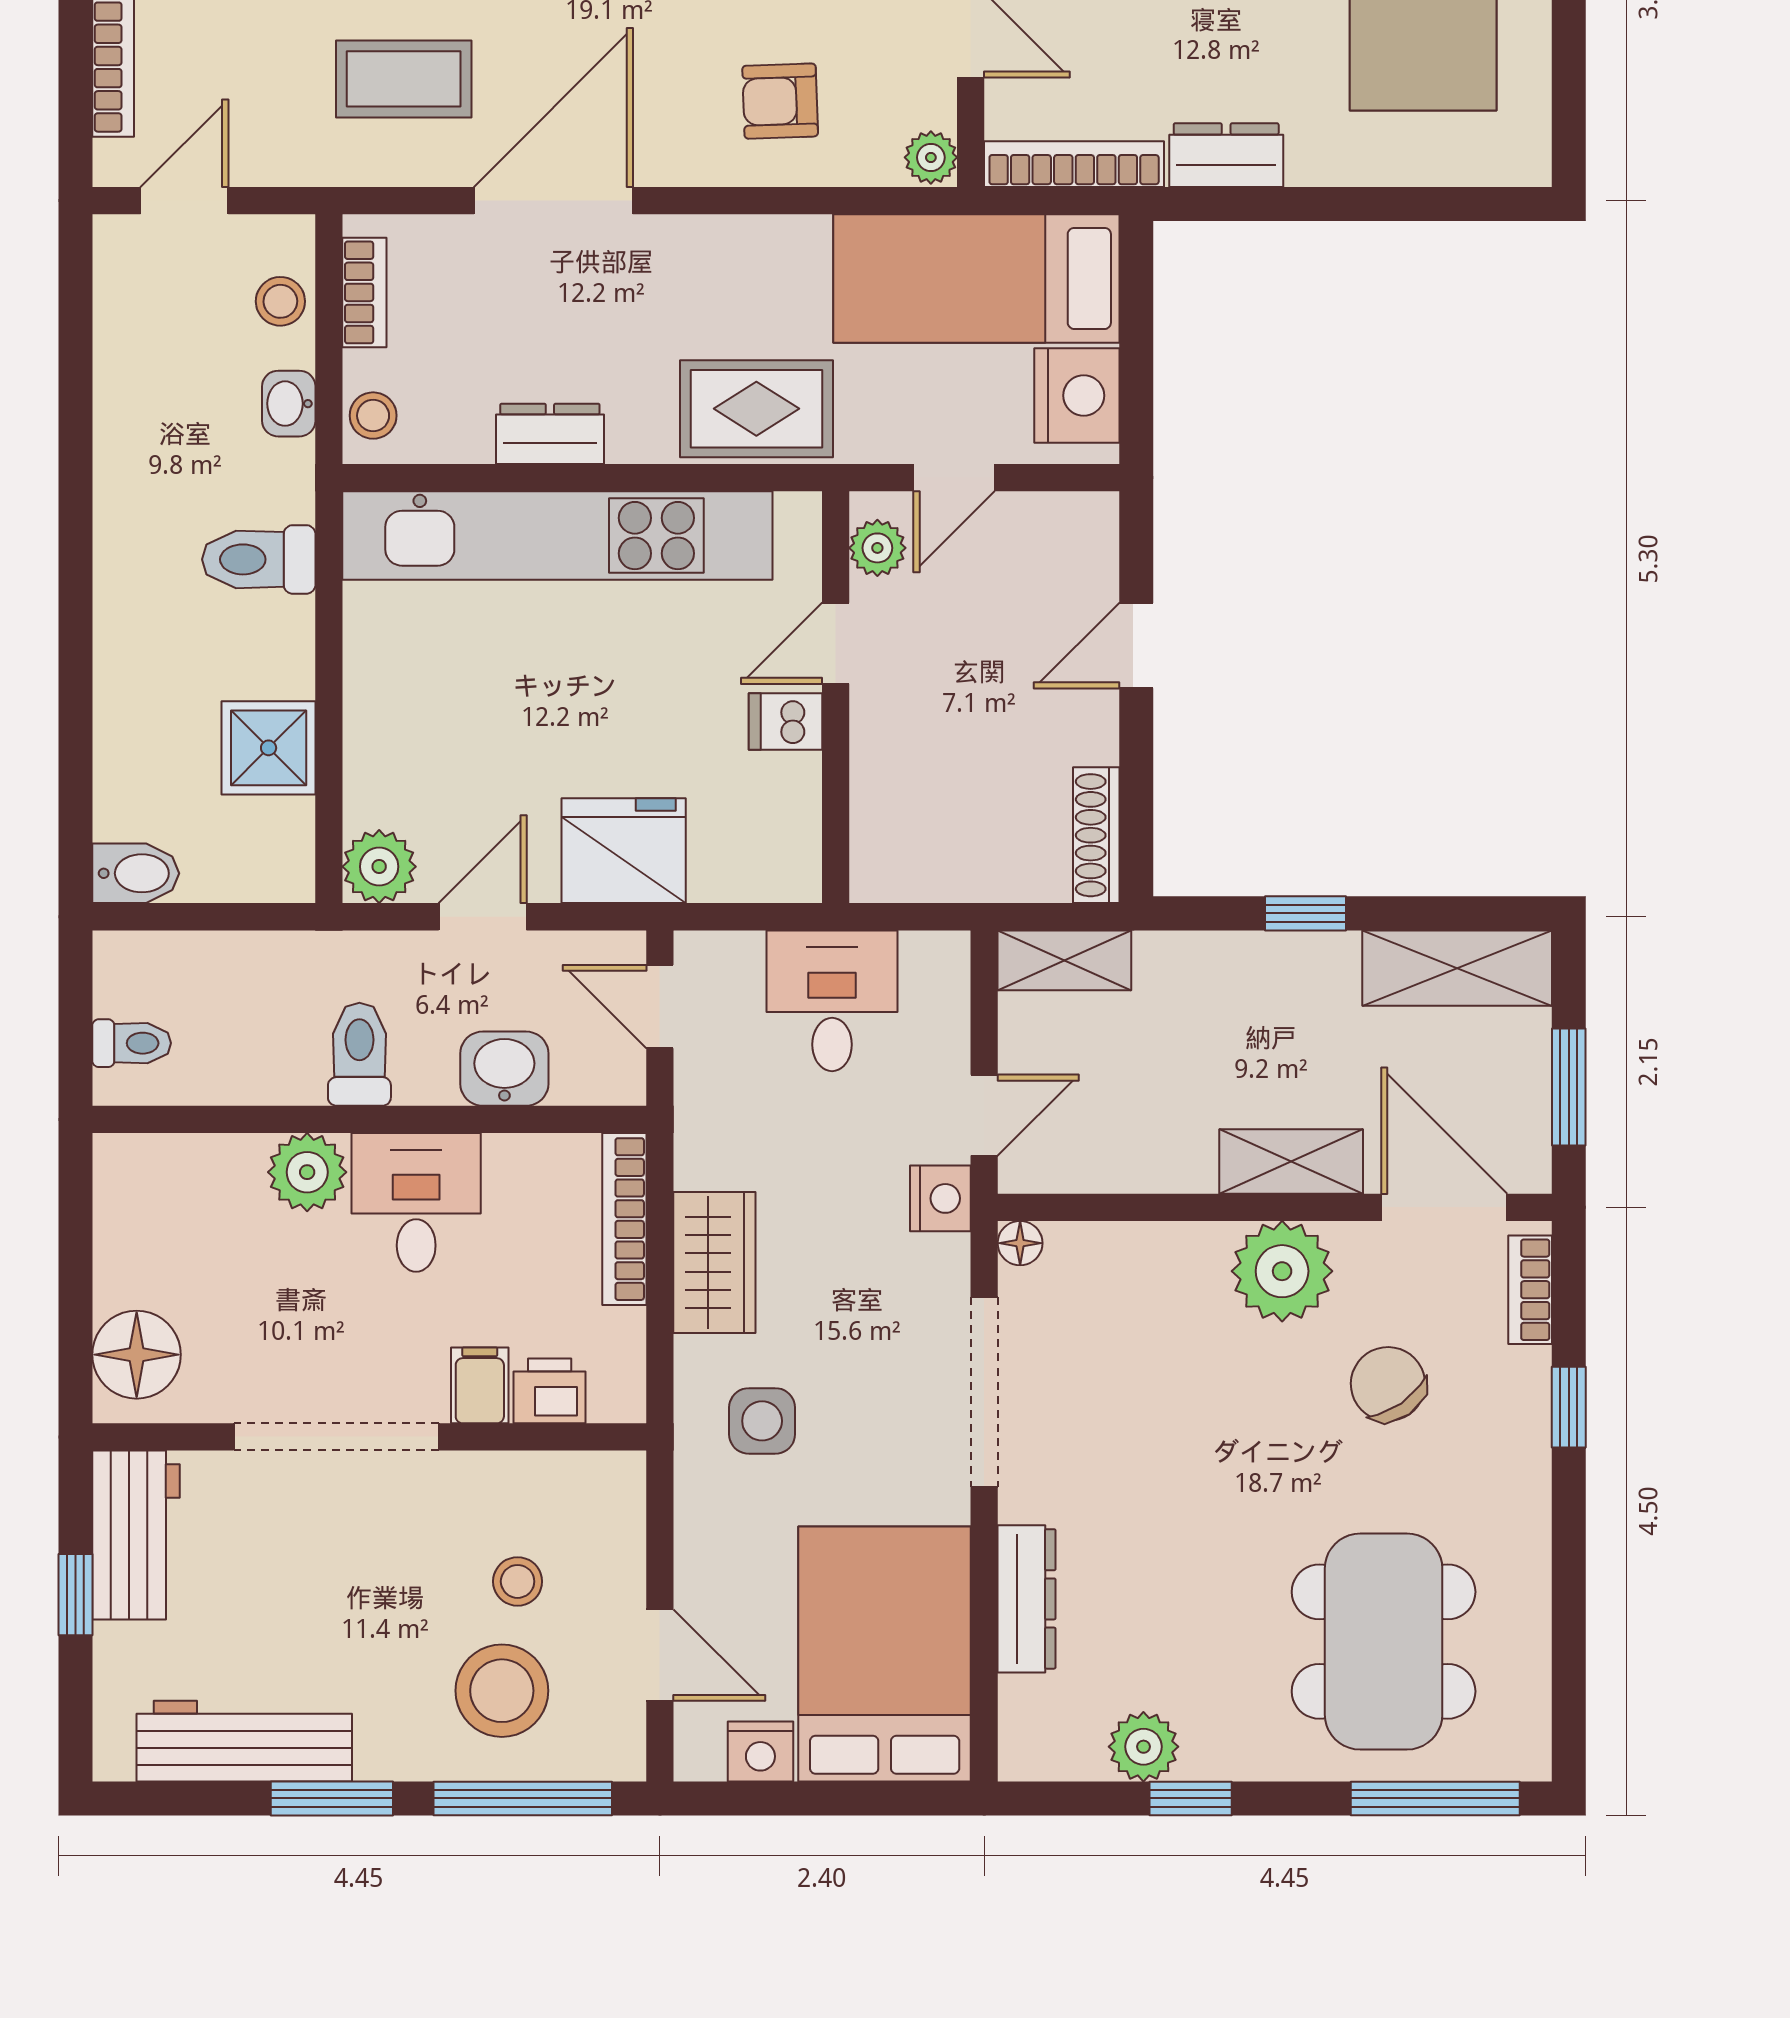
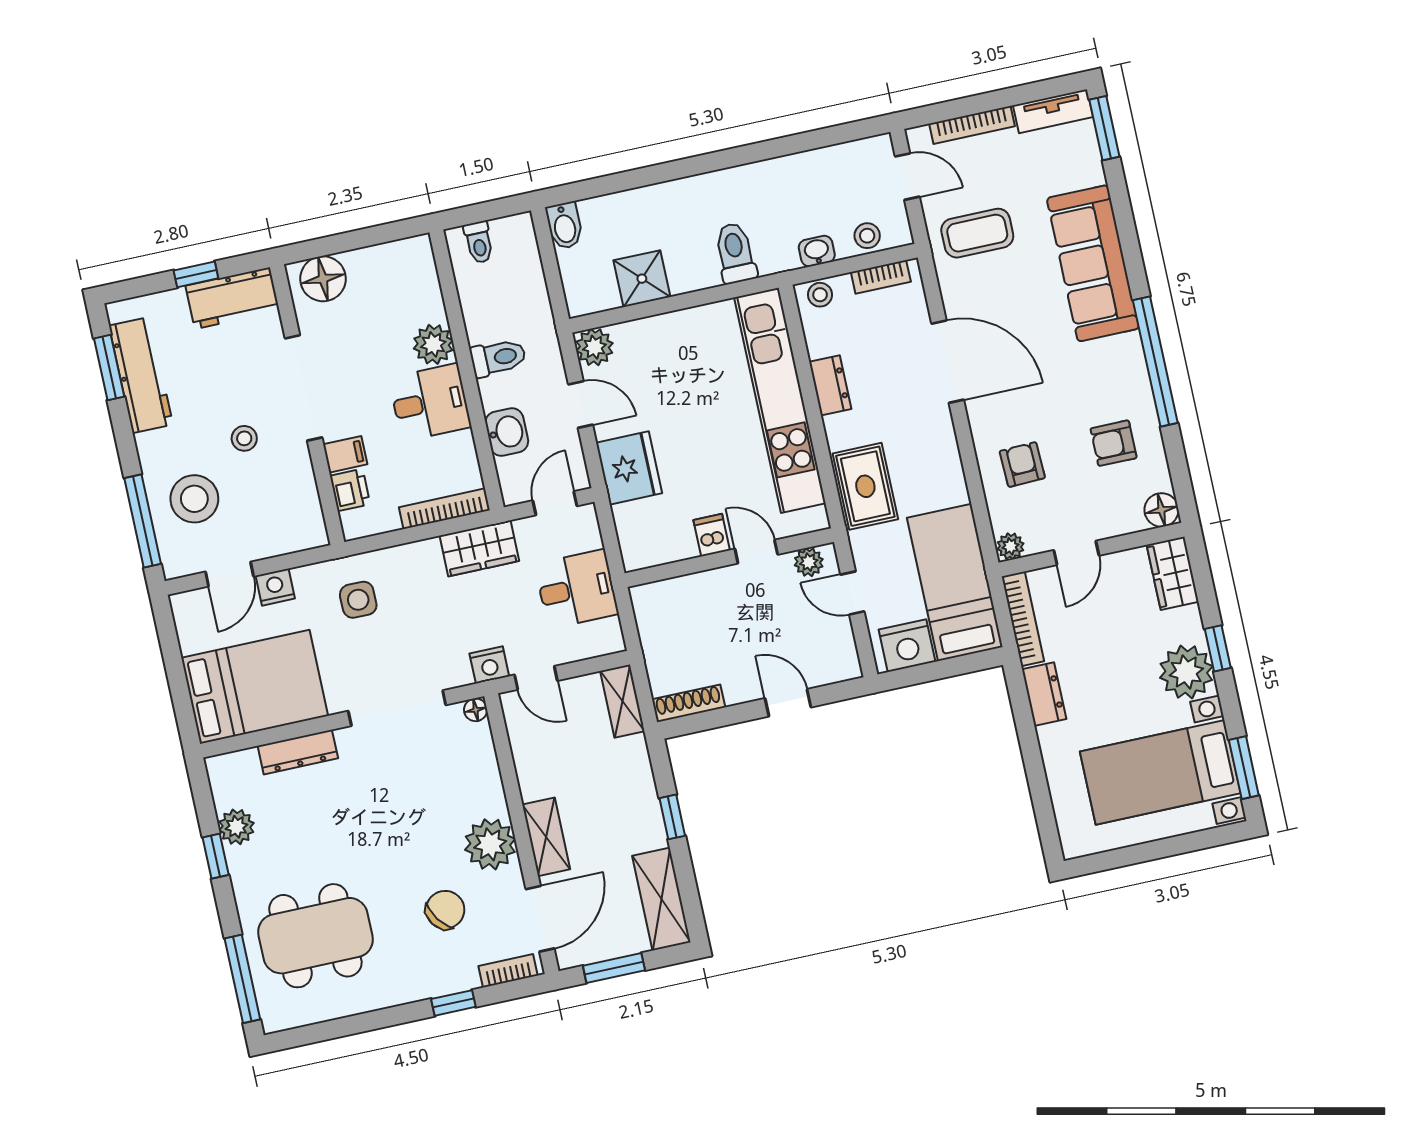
coffee table: (404, 79) -> (977, 233), moved, turned 90
wardrobe: (714, 1263) -> (479, 548), moved
stool: (518, 1581) -> (244, 438), moved
nightstand: (760, 1752) -> (275, 587), moved, turned 90
window: (332, 1798) -> (109, 368), moved

